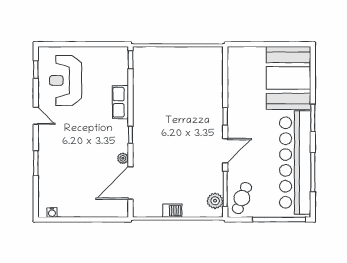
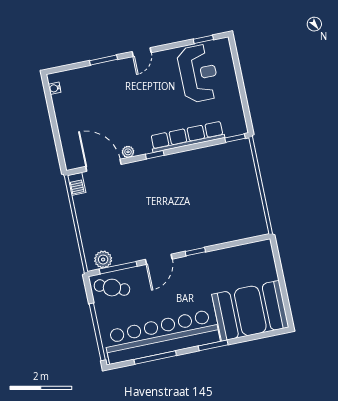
reception desk: (66, 81) -> (198, 74), turned 90
row of seats: (120, 102) -> (187, 137), width x2.02
door: (36, 116) -> (142, 52), moved
door: (225, 151) -> (159, 259), hinge flipped
barbecue: (172, 211) -> (76, 184), moved

